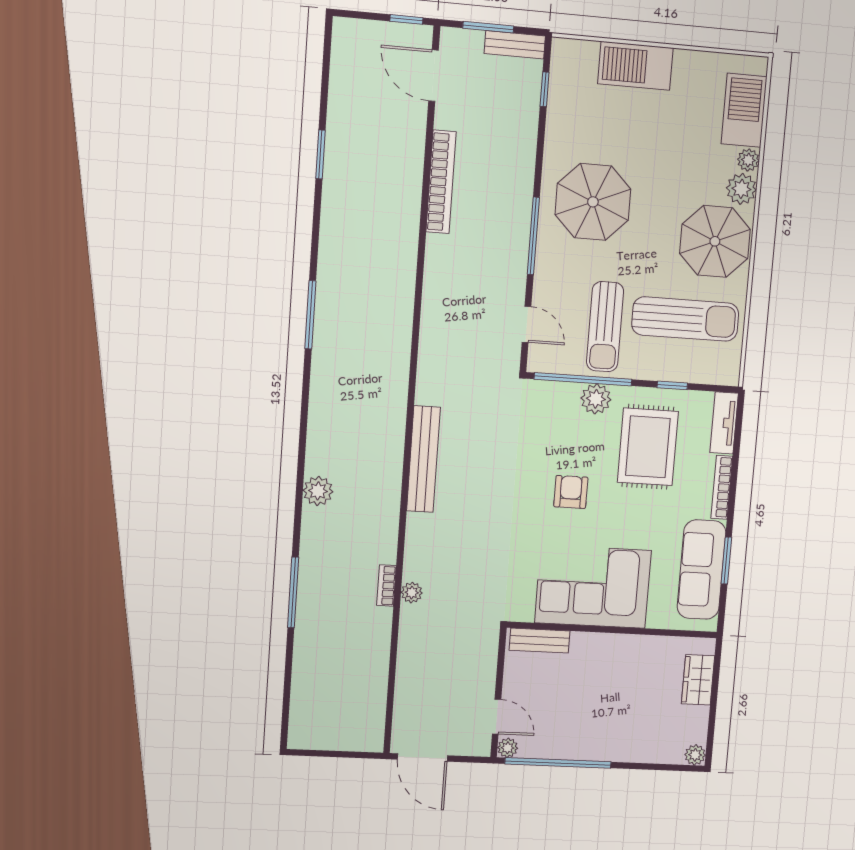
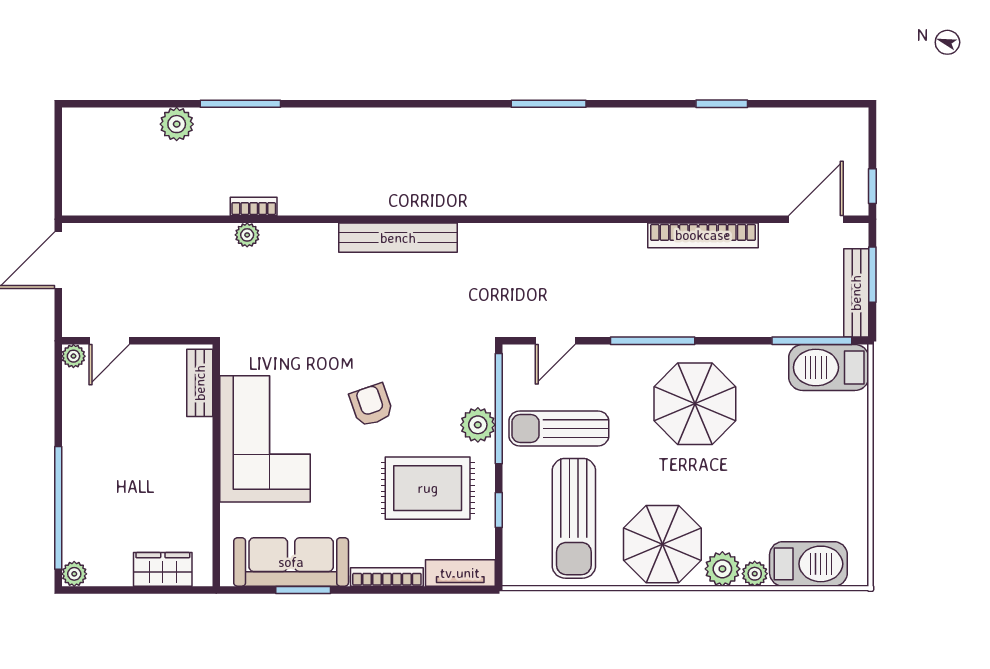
bench: (515, 45) -> (856, 293), width x1.36
barbecue: (635, 66) -> (829, 367), moved, turned -90
window: (545, 89) -> (812, 341), width x2.17
plant: (318, 491) -> (177, 124), moved
armchair: (571, 492) -> (371, 405), turned -109
window: (558, 763) -> (58, 508), moved

